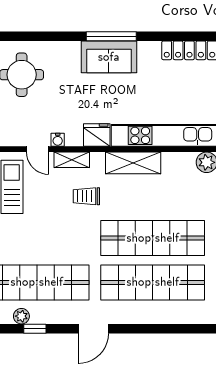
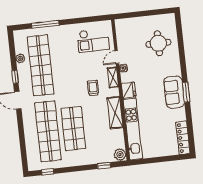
window: (111, 36) -> (186, 92), width x0.69
shop shelf: (153, 238) -> (73, 129), width x0.71
window: (35, 329) -> (15, 77), moved

